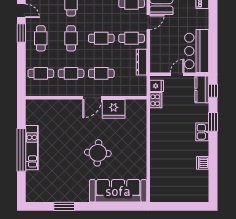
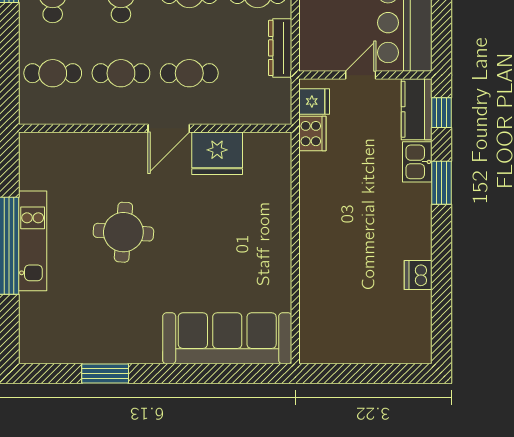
kitchen sink: (202, 132) -> (417, 162), moved
round table: (98, 153) -> (123, 232), moved

